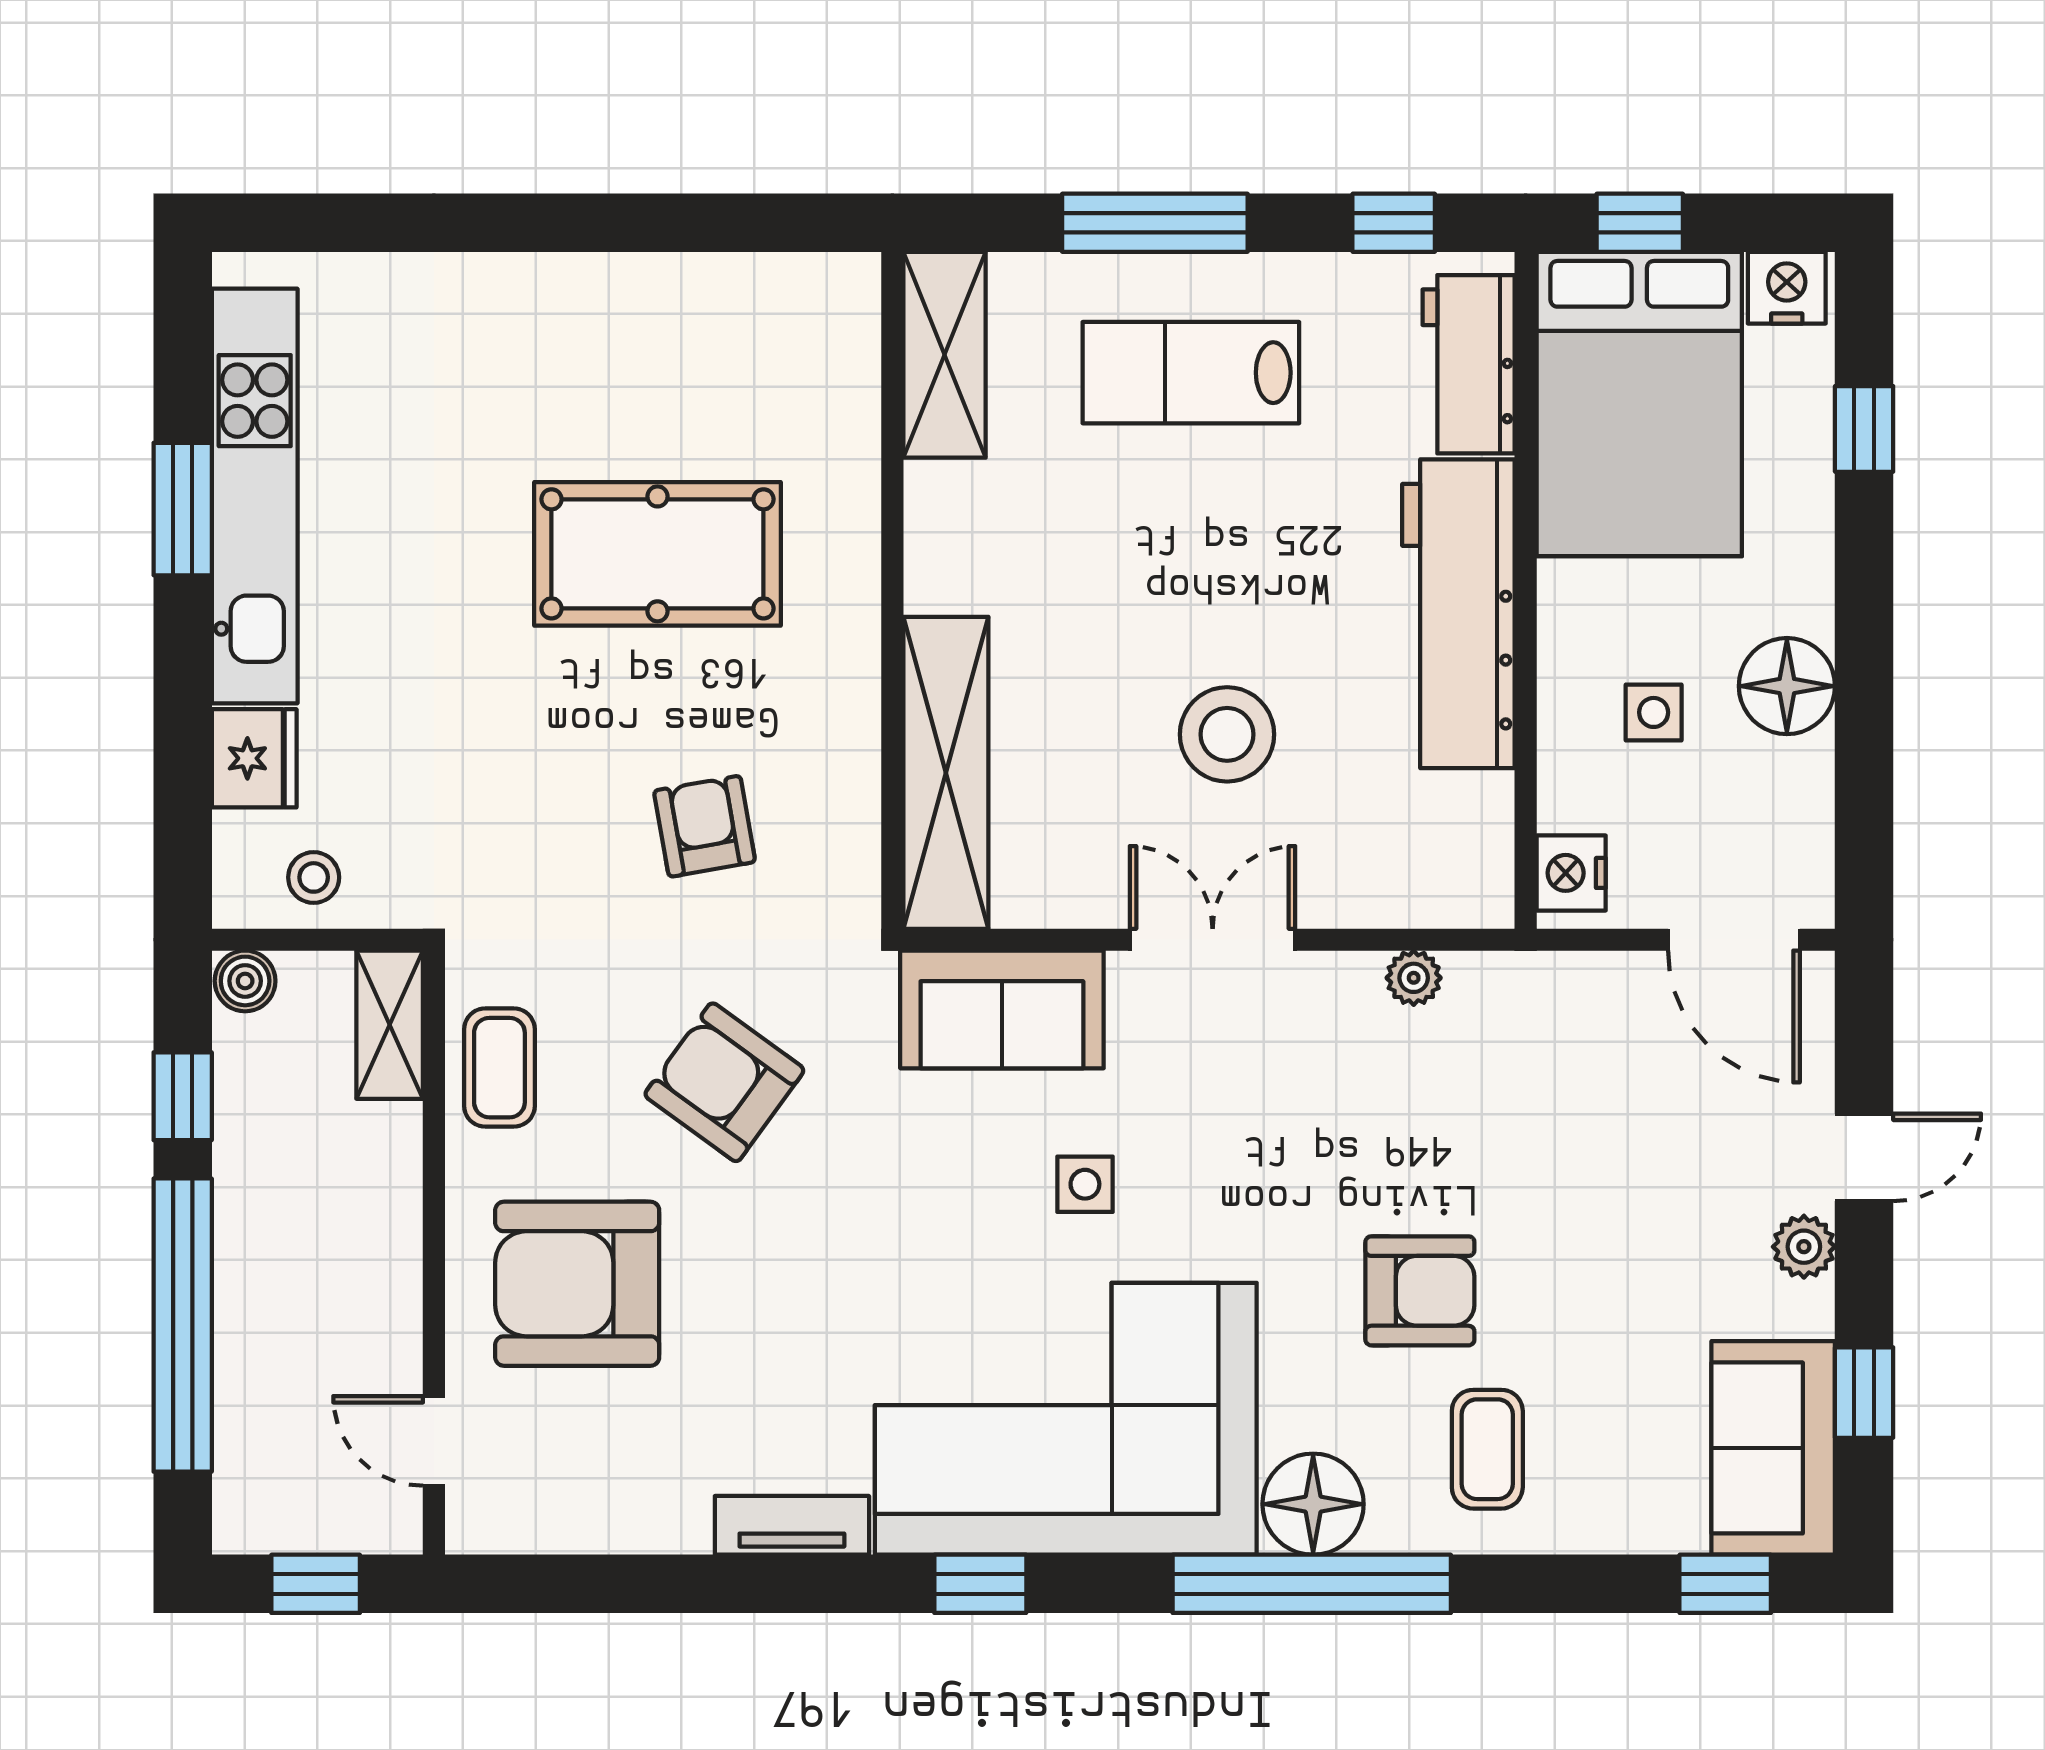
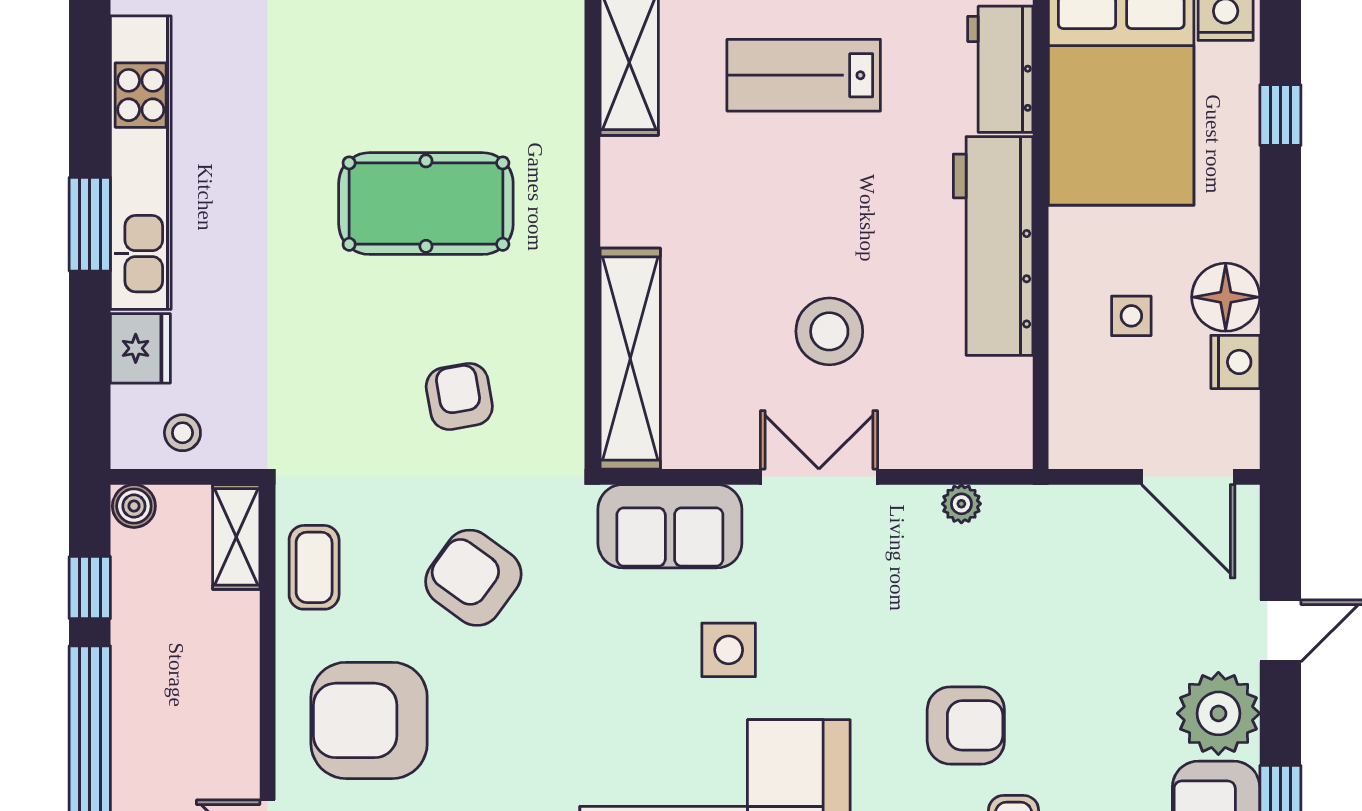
window: (183, 509) -> (90, 224), moved
nightstand: (1571, 873) -> (1235, 362), moved, turned 180
side table: (1085, 1184) -> (729, 650), width x1.37, depth x1.37
plant: (1804, 1247) -> (1218, 713), width x1.87, depth x1.87

